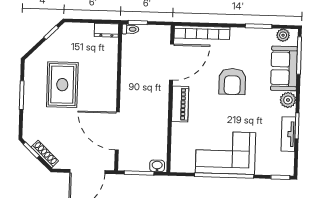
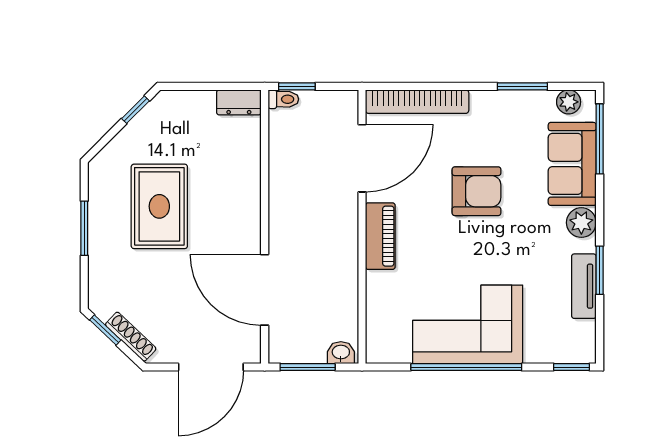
armchair: (232, 82) -> (476, 191), turned -90

